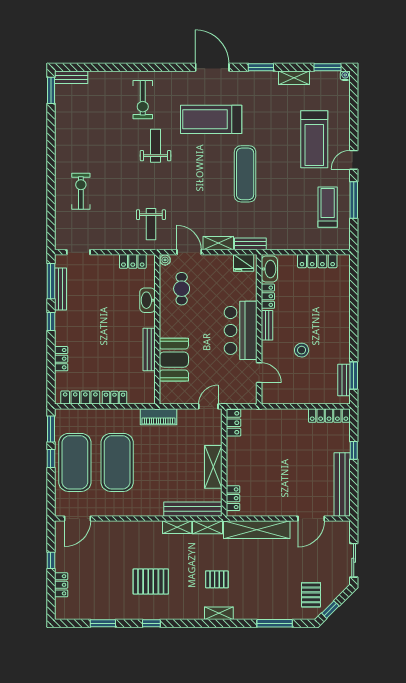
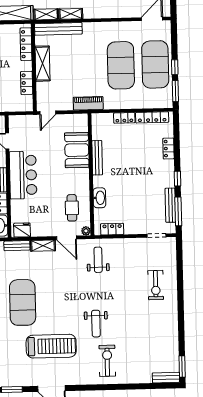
exercise mat: (245, 174) -> (23, 302), width x1.47
locker: (233, 423) -> (27, 83), moved
locker: (233, 498) -> (26, 44), width x1.53

